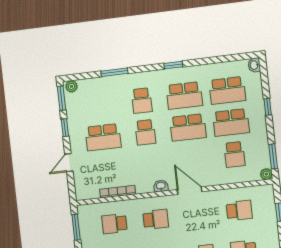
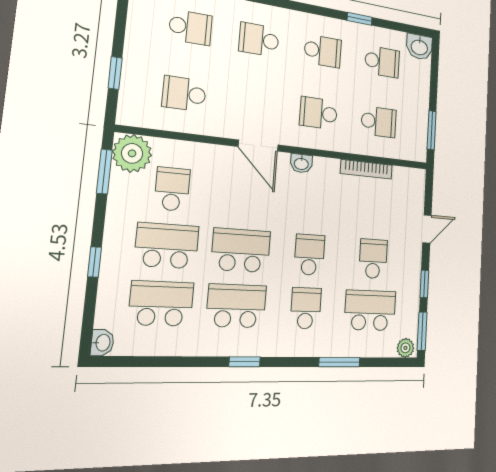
school desk: (100, 106) -> (370, 310), added
school desk: (103, 137) -> (373, 259), width x0.54
plant: (266, 174) -> (132, 153), width x1.88, depth x1.88

